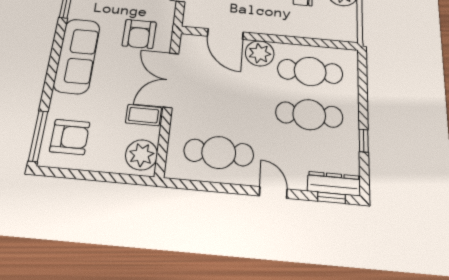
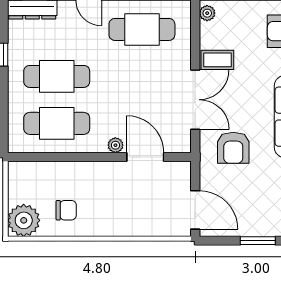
armchair: (139, 34) -> (233, 148), turned 180
plant: (260, 53) -> (115, 145), width x0.53, depth x0.53
plant: (141, 155) -> (207, 13), width x0.53, depth x0.53

